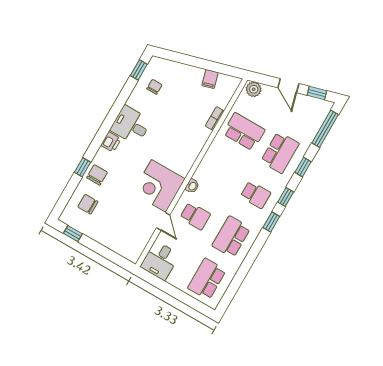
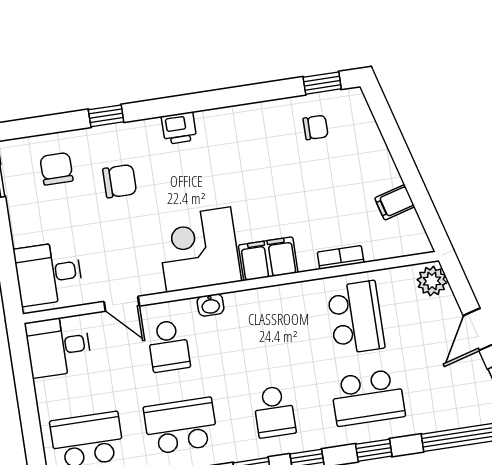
desk: (131, 125) -> (49, 274), moved, turned -90
filing cabinet: (192, 148) -> (268, 259), added
chair: (97, 175) -> (120, 181), moved
corner desk: (159, 186) -> (199, 250), moved
door: (163, 221) -> (122, 304), hinge flipped

